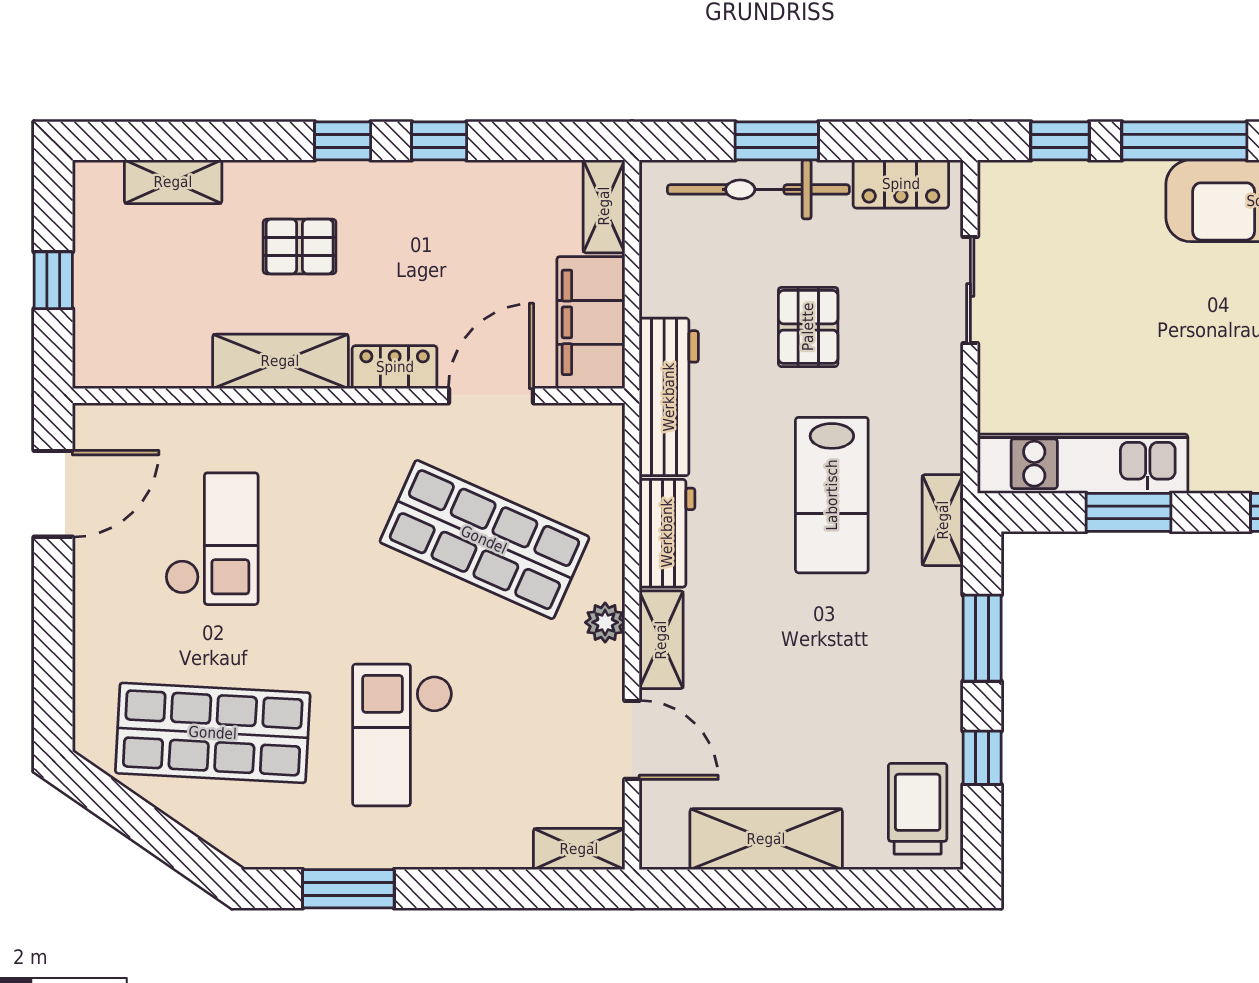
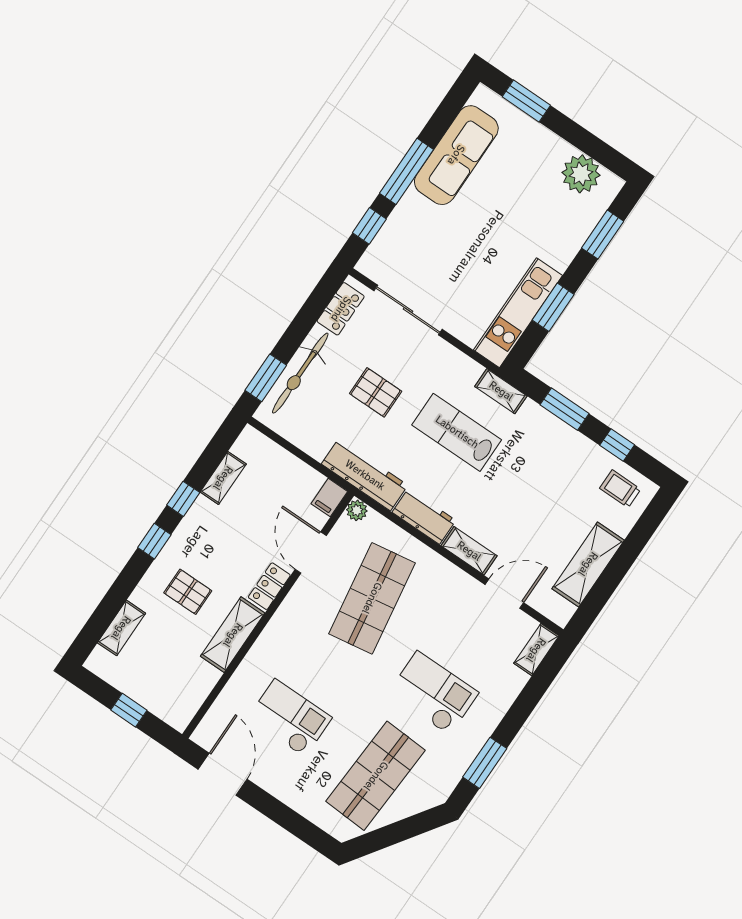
window: (777, 141) -> (266, 378), moved
shelving: (604, 206) -> (223, 478), moved, turned 90
pallet: (300, 247) -> (188, 592), turned 90
sliding door: (970, 290) -> (408, 310), width x1.37
filing cabinet: (591, 322) -> (329, 498), width x0.33, depth x0.86
lab bench: (832, 495) -> (457, 432), turned 180
shop shelf: (484, 540) -> (372, 598), turned -33
plant: (605, 622) -> (357, 510), moved
checkout: (402, 735) -> (433, 693), turned 180
trolley: (918, 809) -> (620, 489), width x0.73, depth x0.72

